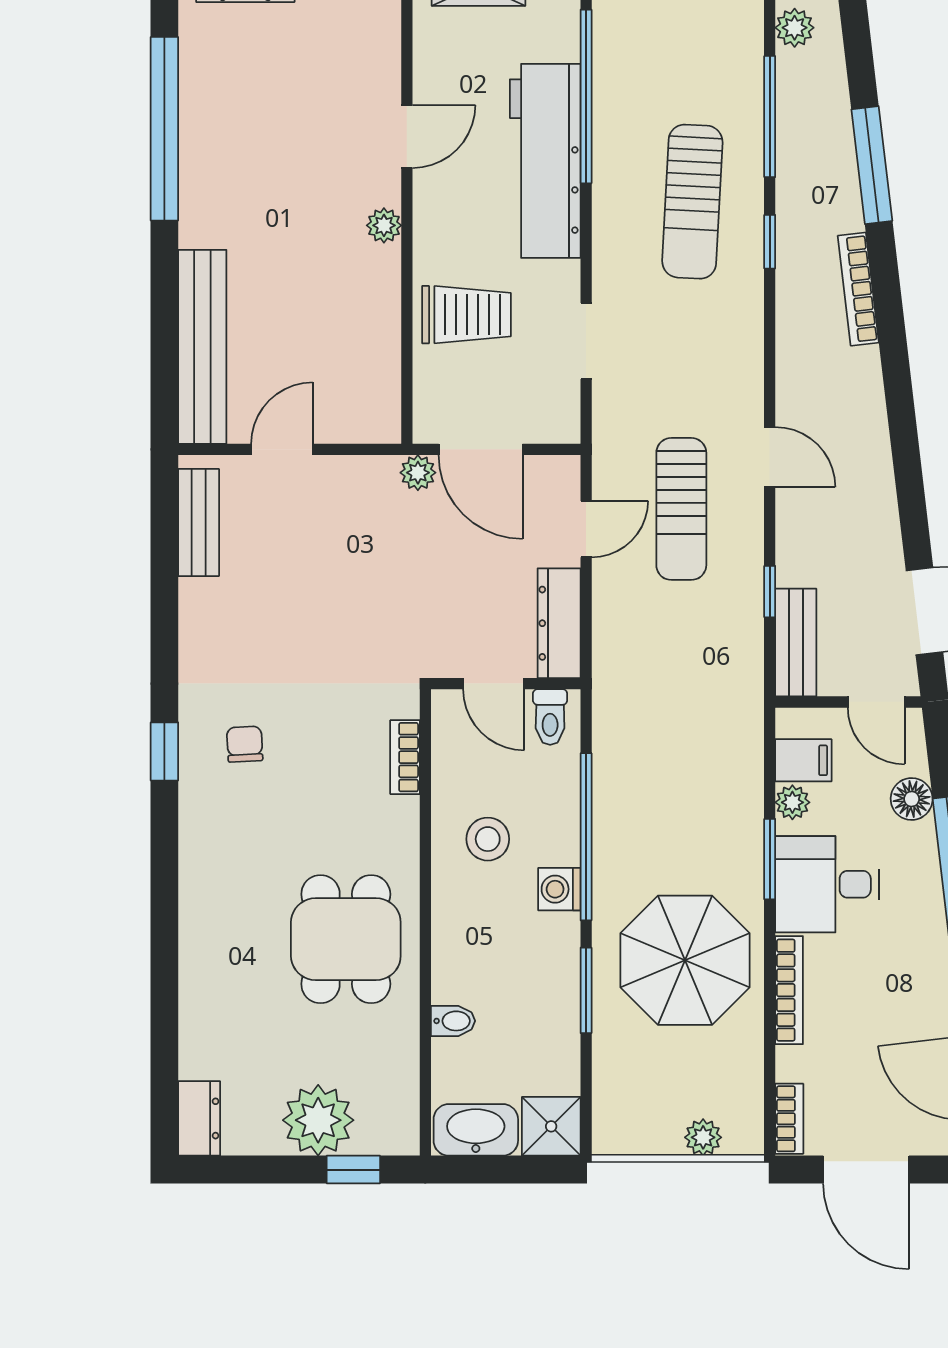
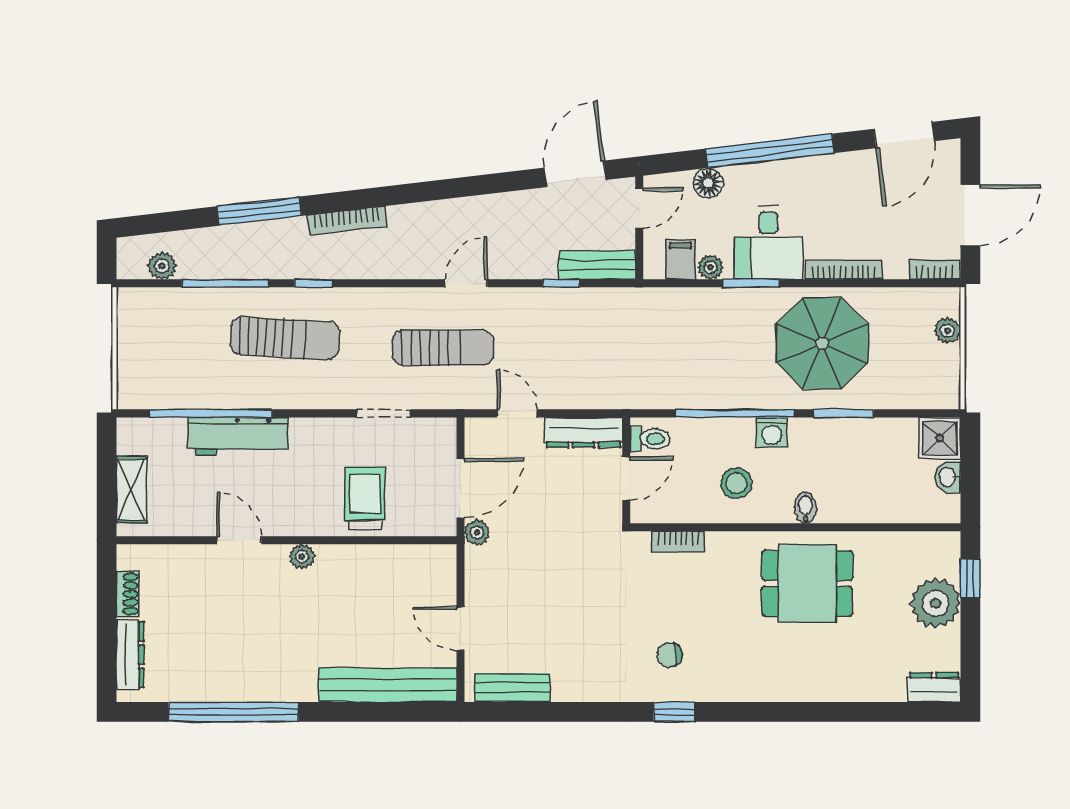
workbench: (545, 161) -> (238, 436), width x0.73, depth x0.76
sun lounger: (681, 509) -> (443, 348), moved
bidet: (453, 1021) -> (805, 508), moved
washbasin: (476, 1130) -> (948, 477), width x0.52, depth x0.69

